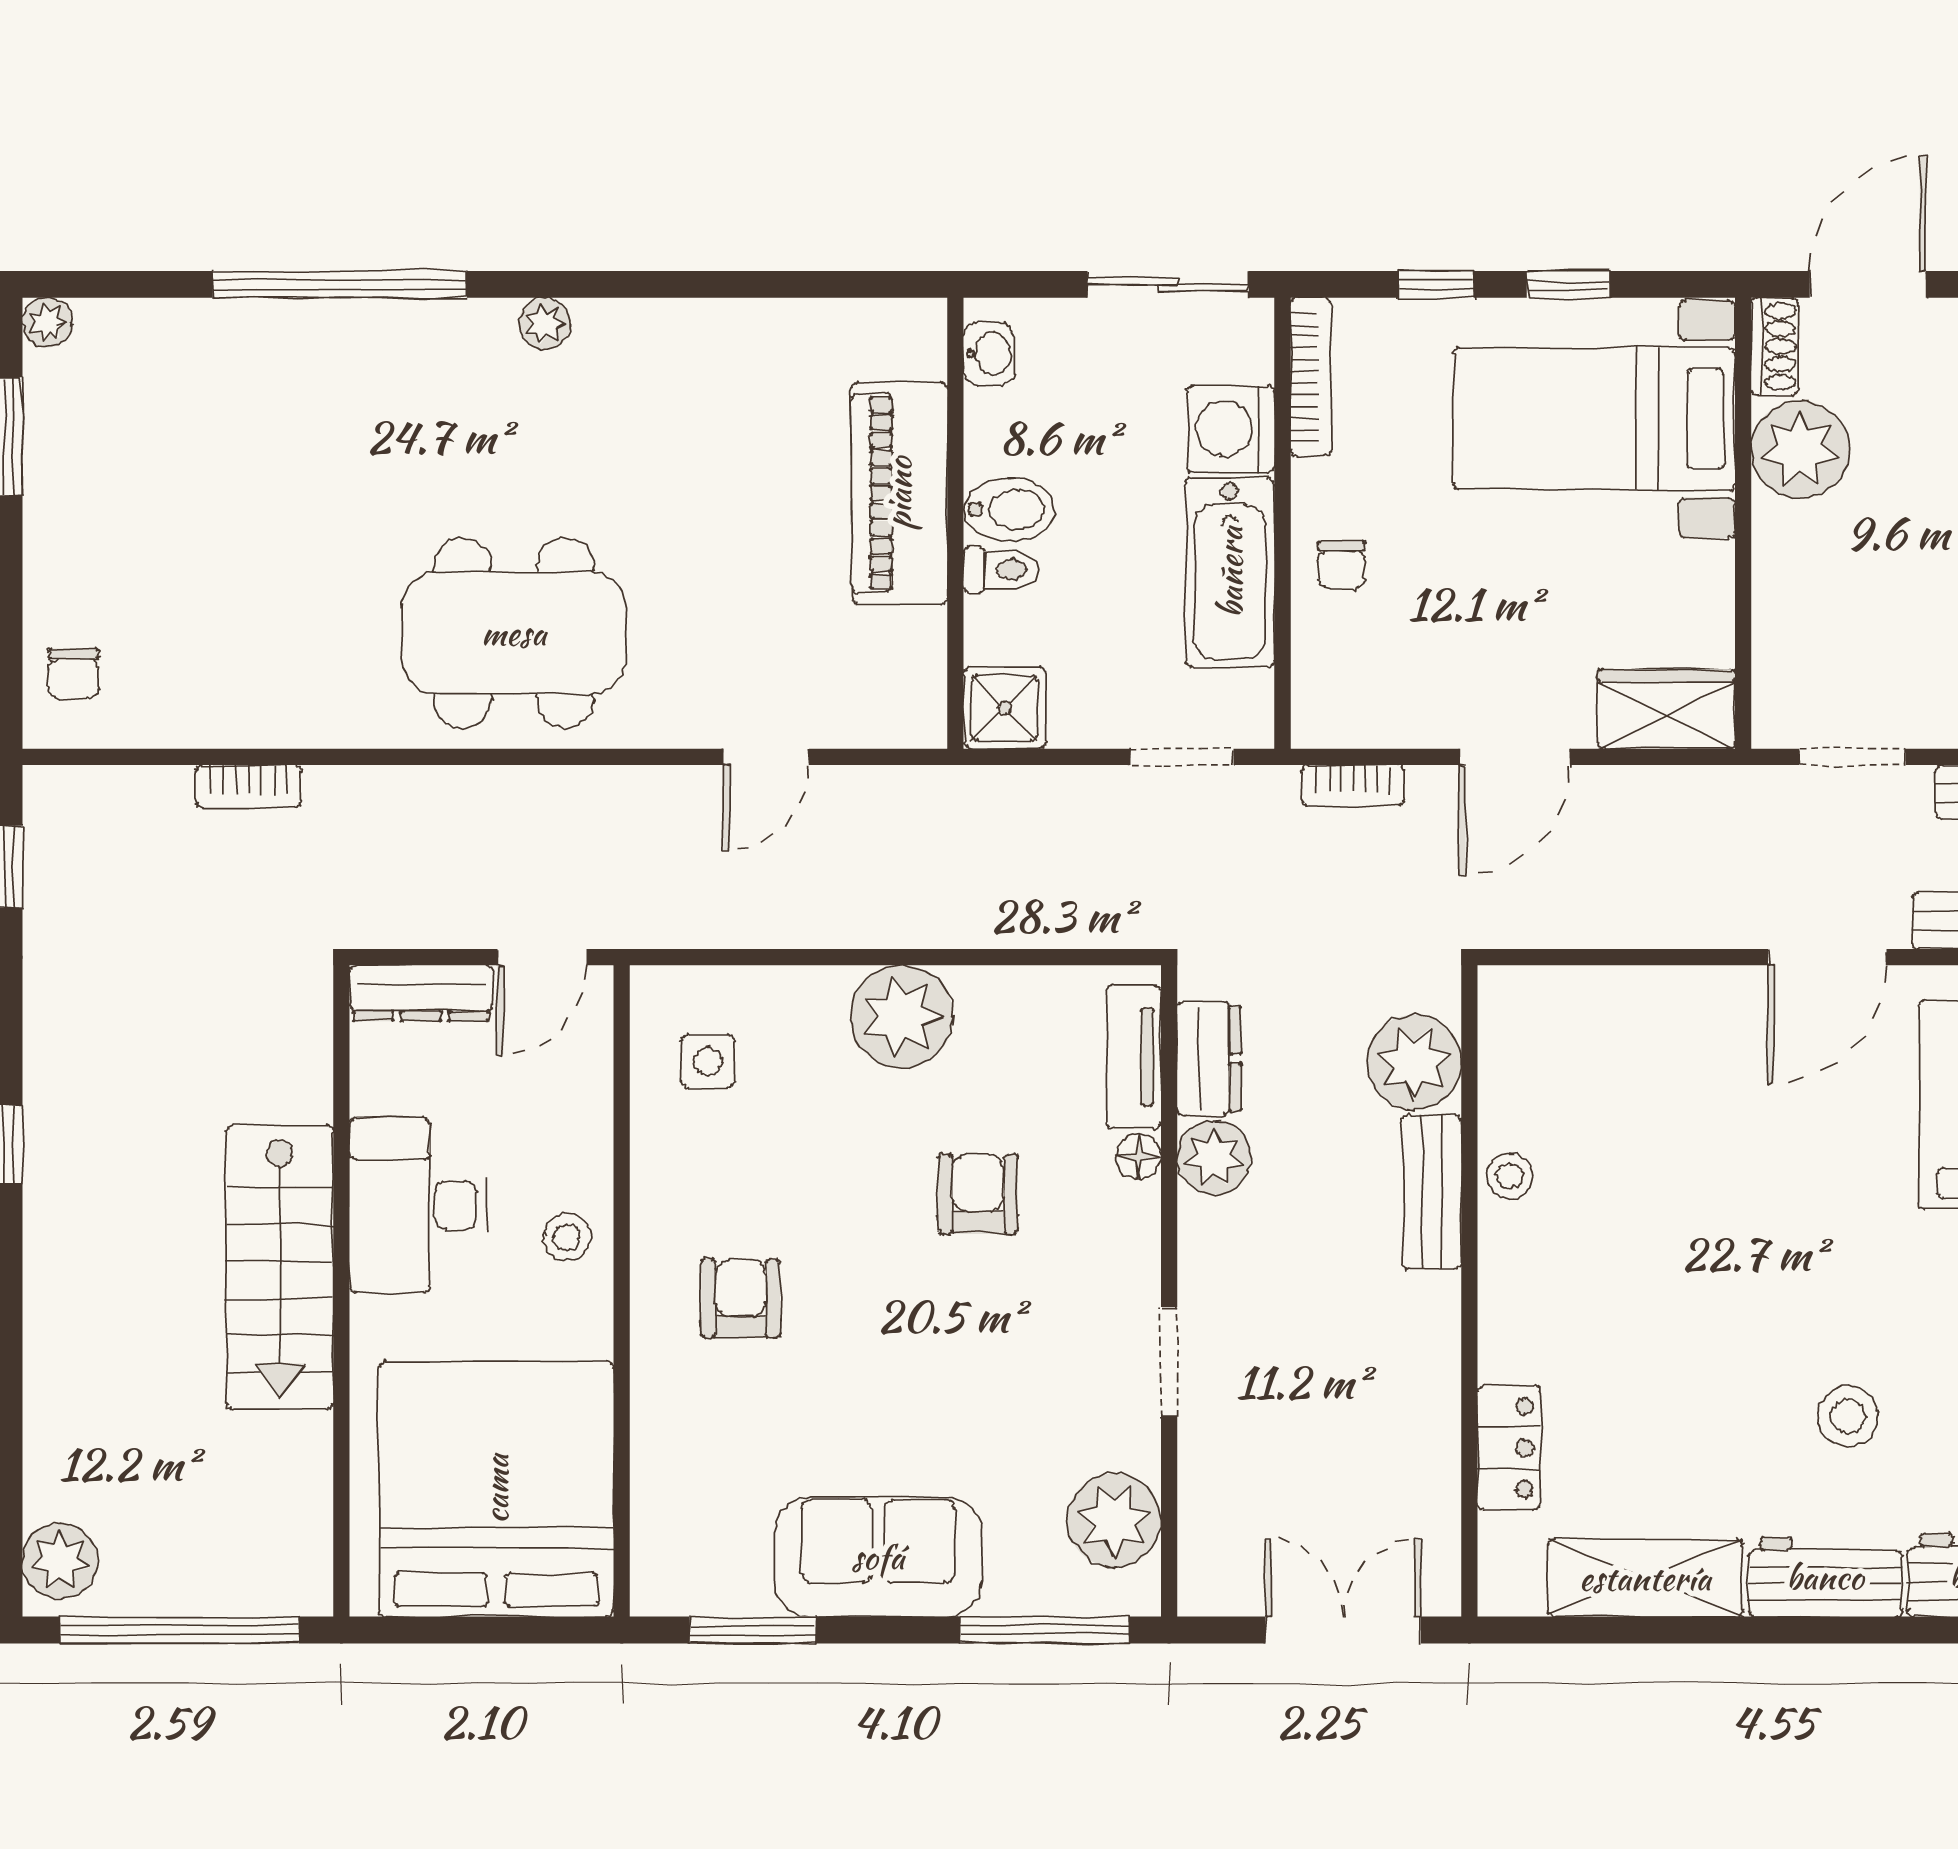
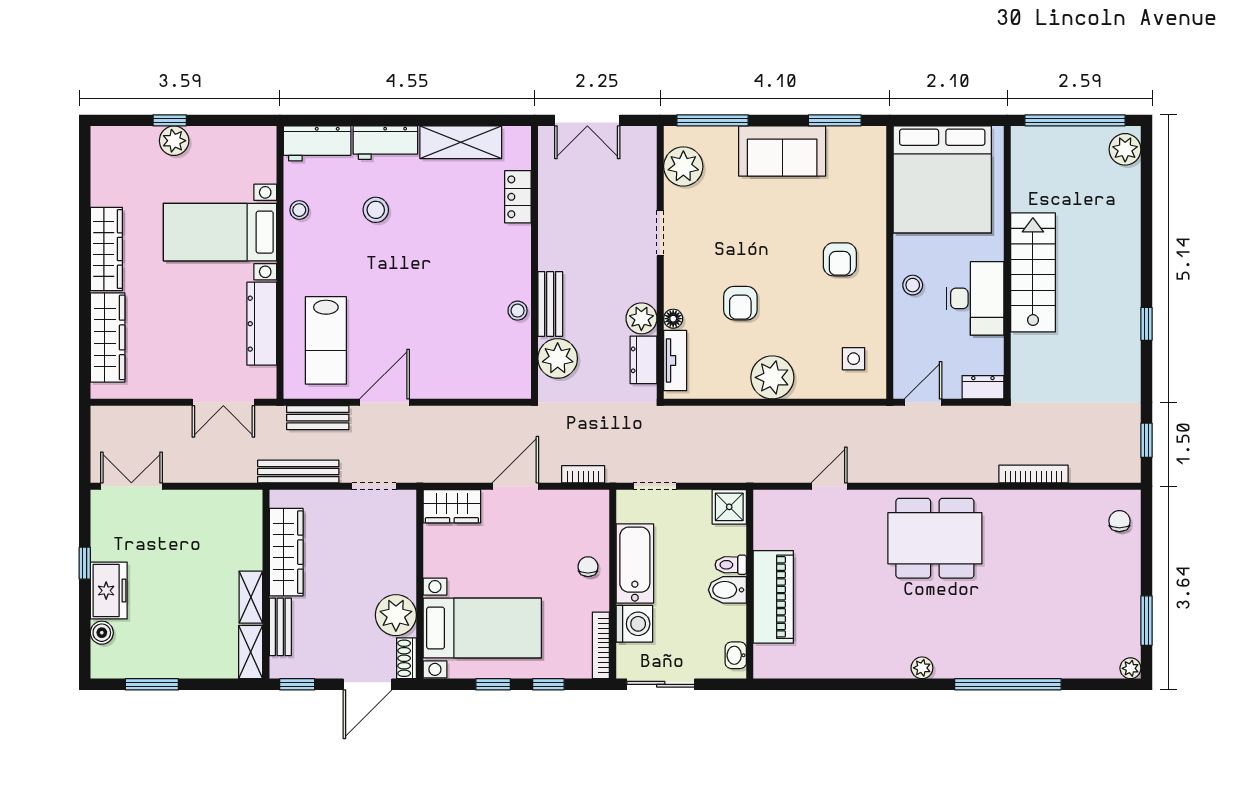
bookcase: (249, 786) -> (1034, 474), width x1.56
dresser: (421, 993) -> (983, 387), width x0.70

